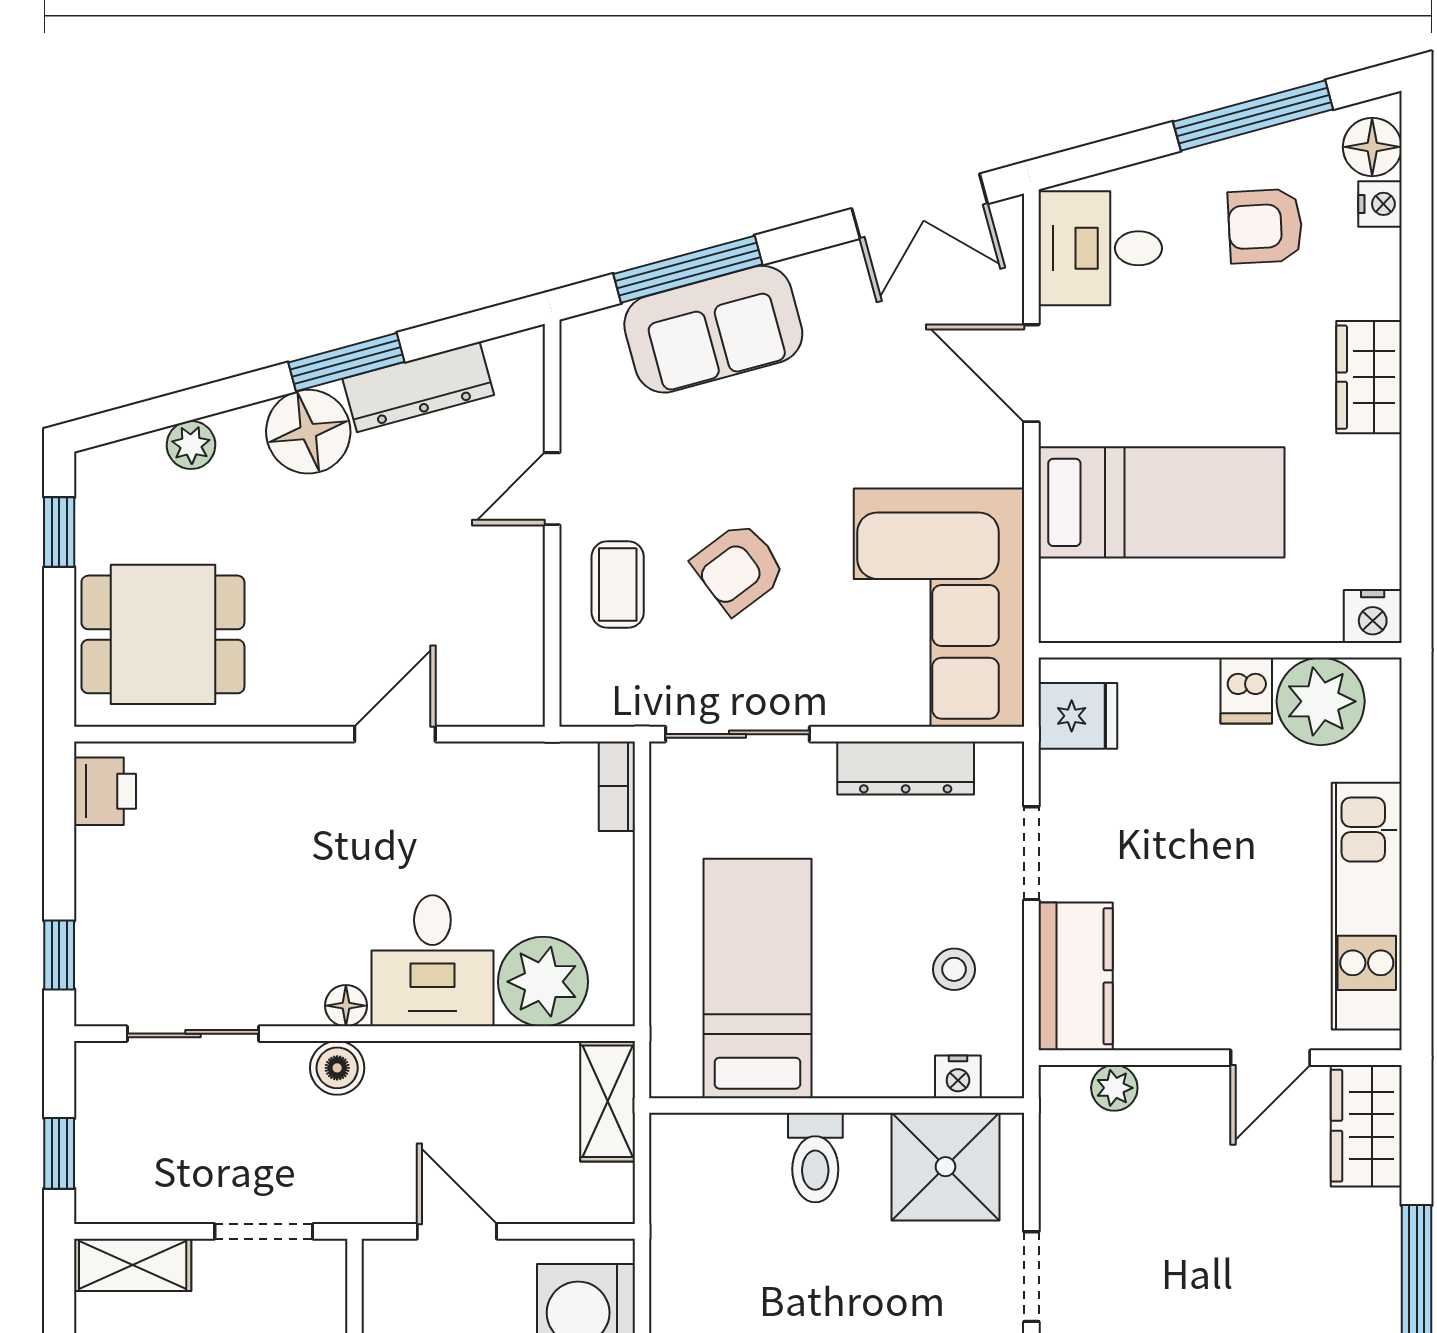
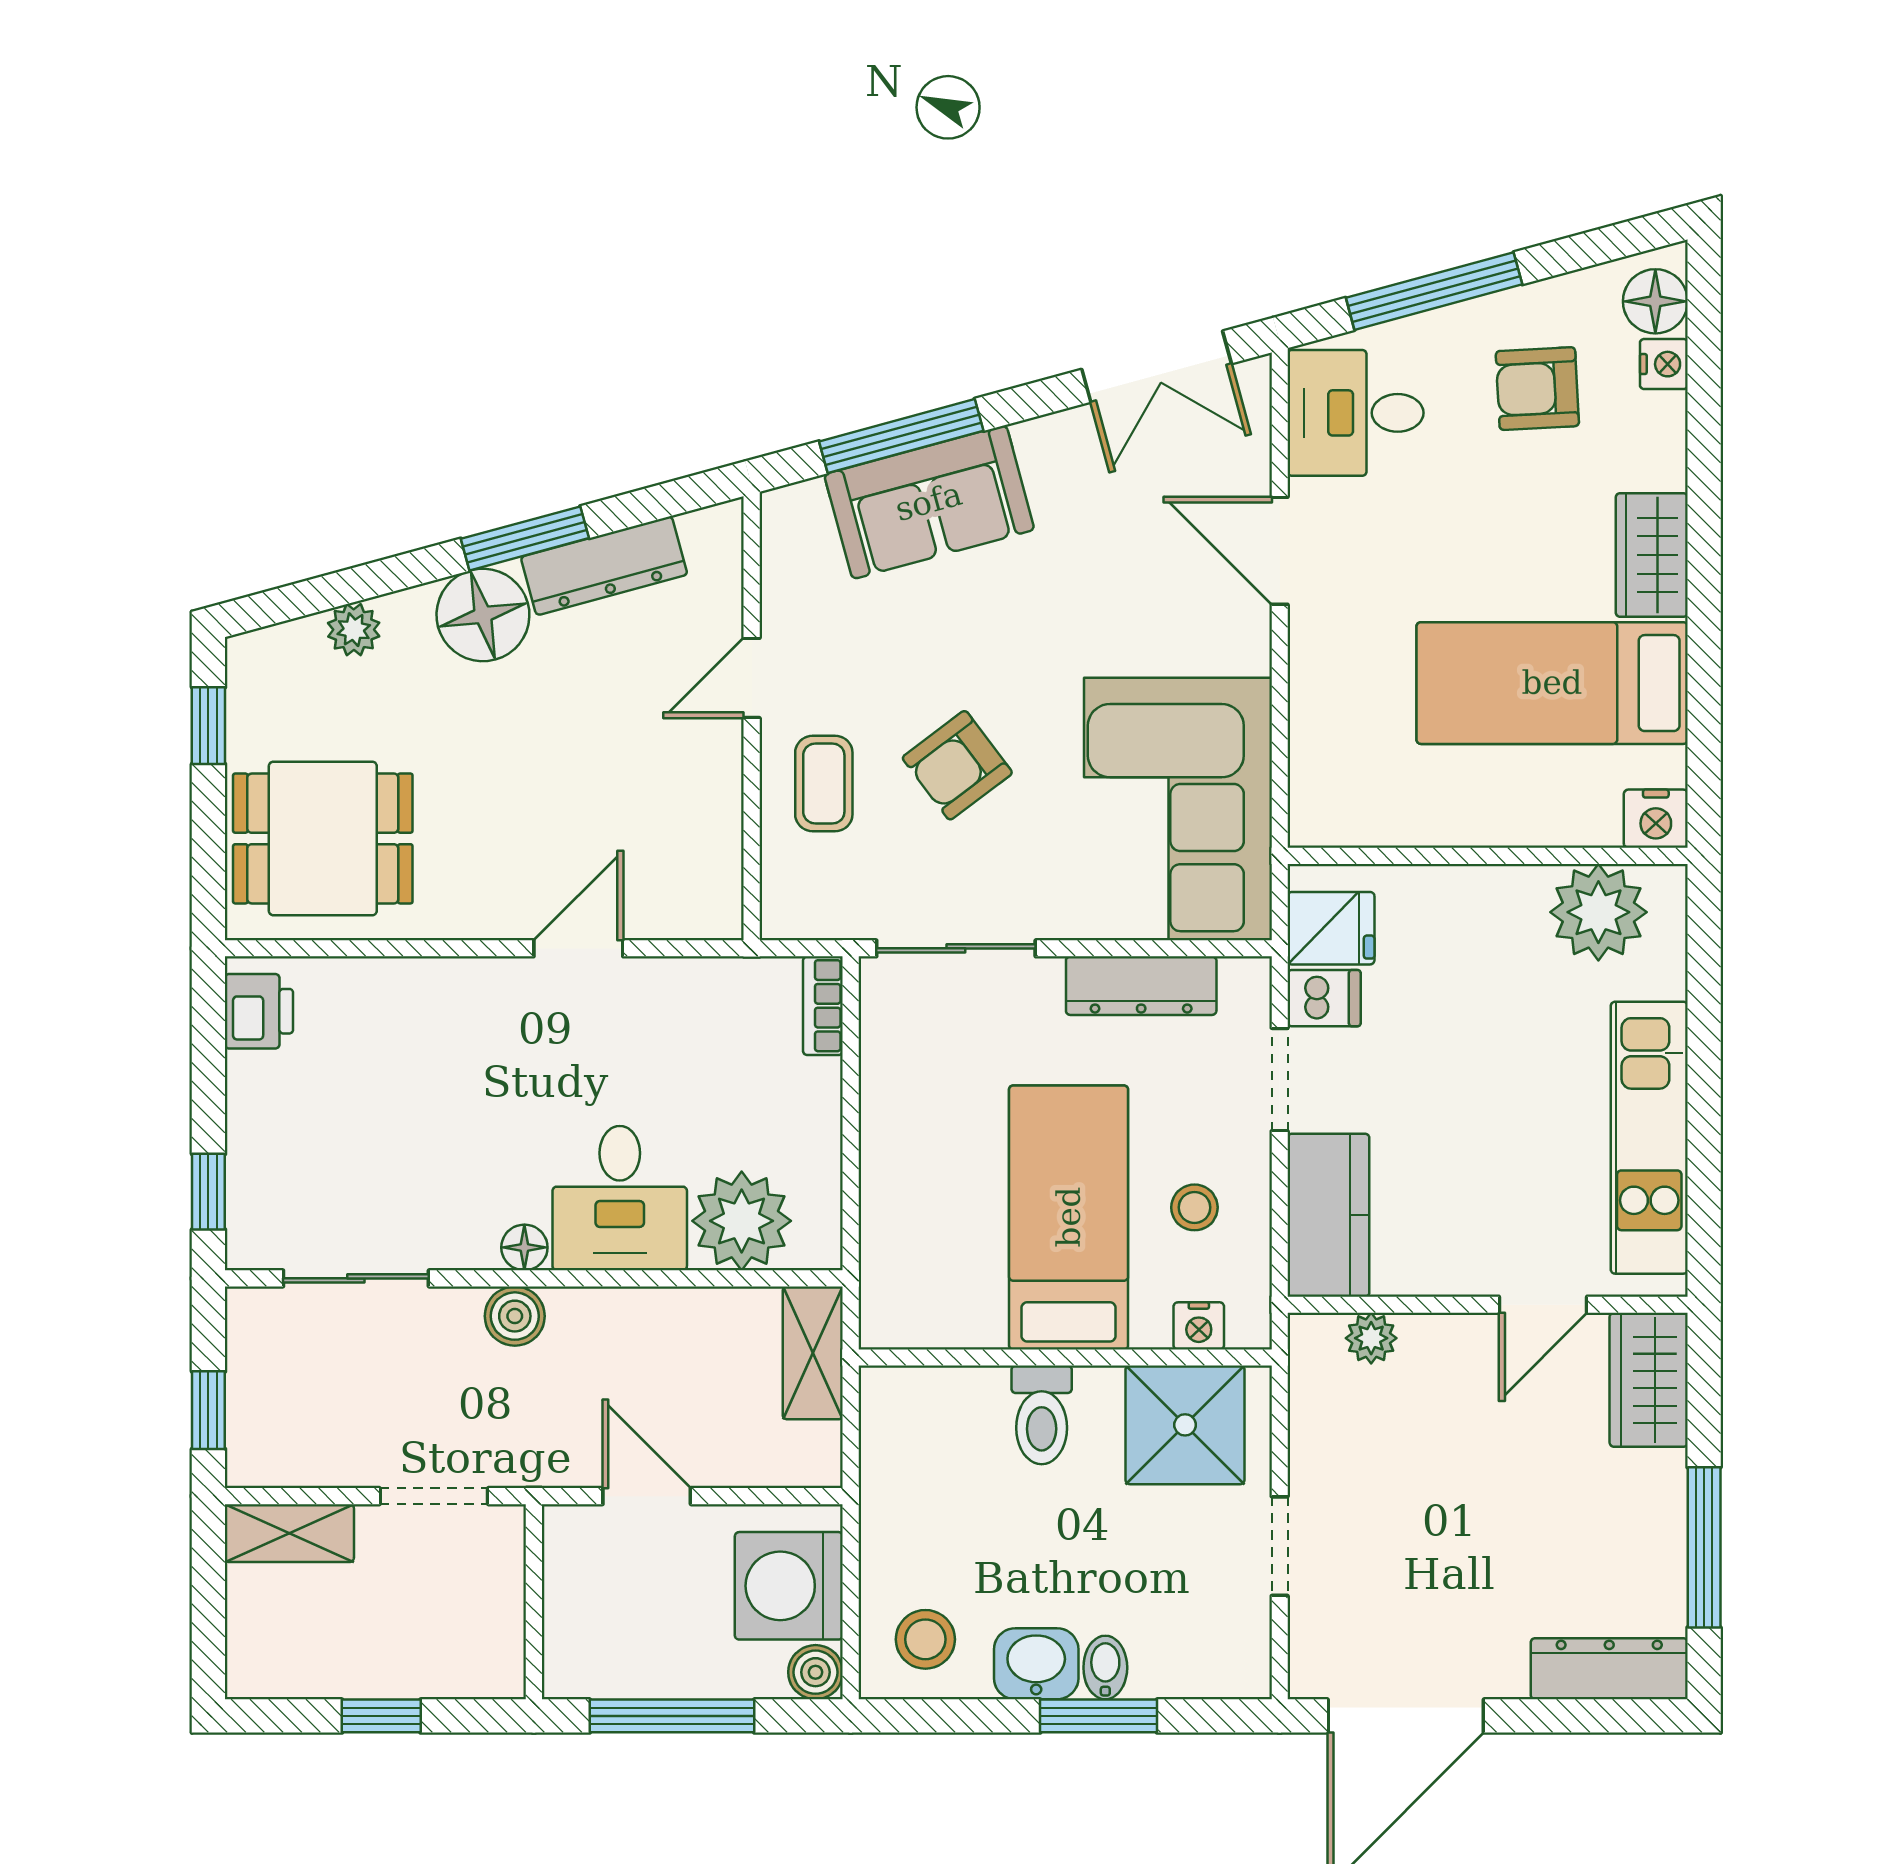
window: (1253, 115) -> (1434, 291), moved
bed: (1161, 502) -> (1552, 683), moved, turned 180
dishwasher: (1246, 691) -> (1324, 998), moved, turned -90
bed: (758, 978) -> (1069, 1217), moved

